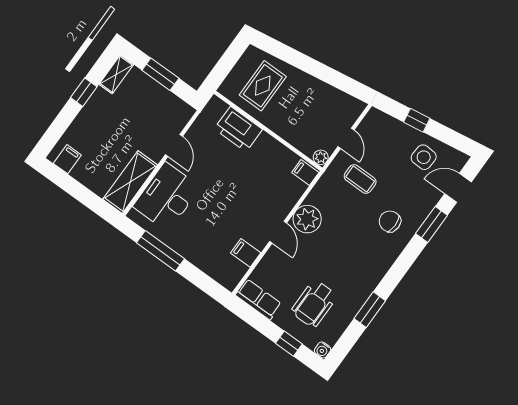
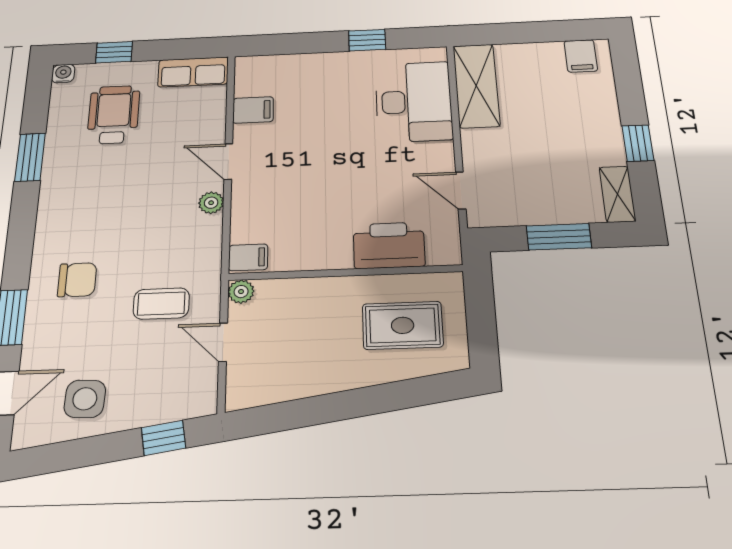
rug: (263, 86) -> (403, 325), turned 90
window: (417, 120) -> (163, 438), moved
door: (174, 145) -> (461, 190), moved
plant: (307, 219) -> (211, 203), width x0.53, depth x0.53
window: (160, 251) -> (367, 40), width x0.46

